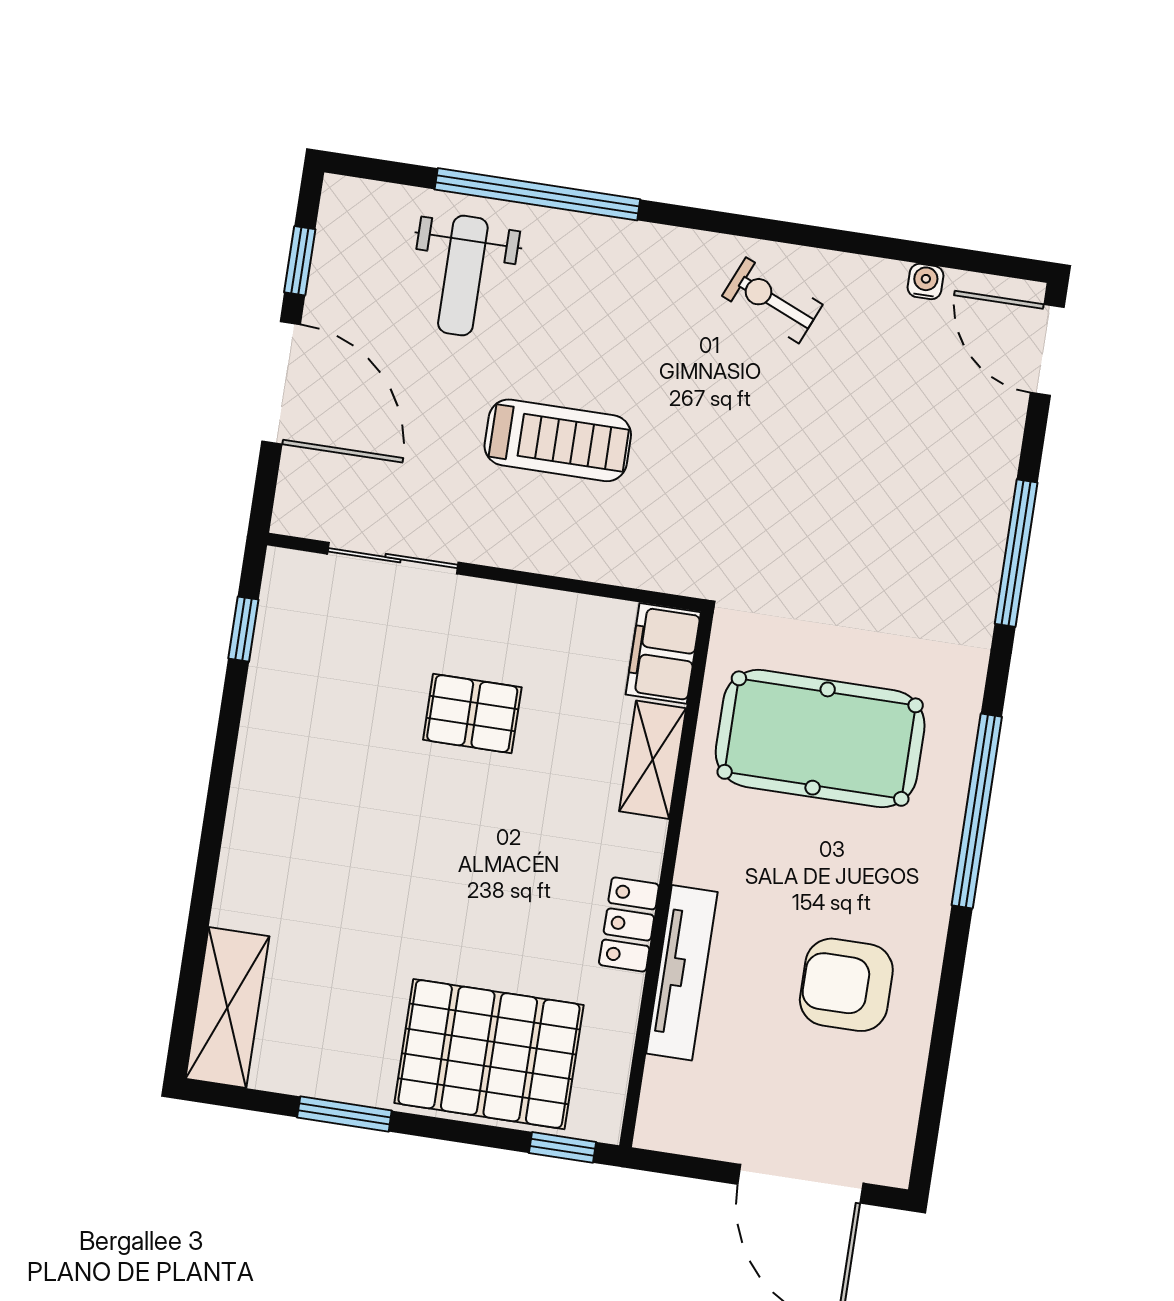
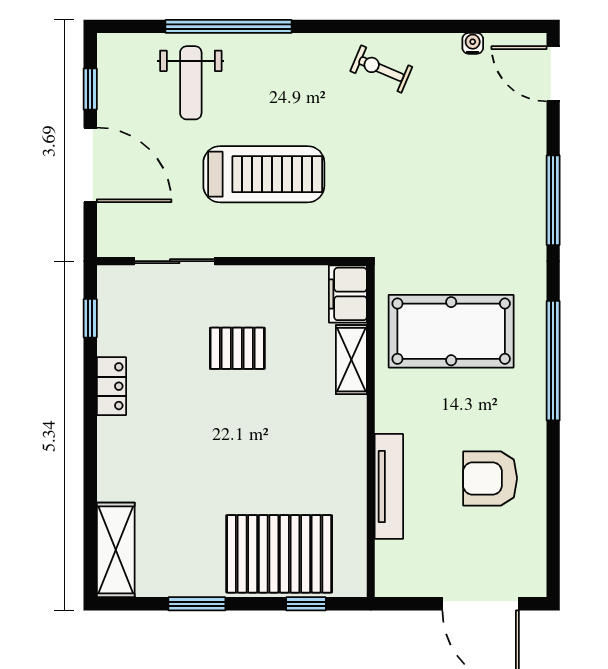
treadmill: (558, 440) -> (264, 174), width x1.37, depth x1.38
locker: (629, 925) -> (111, 386), moved, turned 180
window: (563, 1147) -> (306, 604), moved

